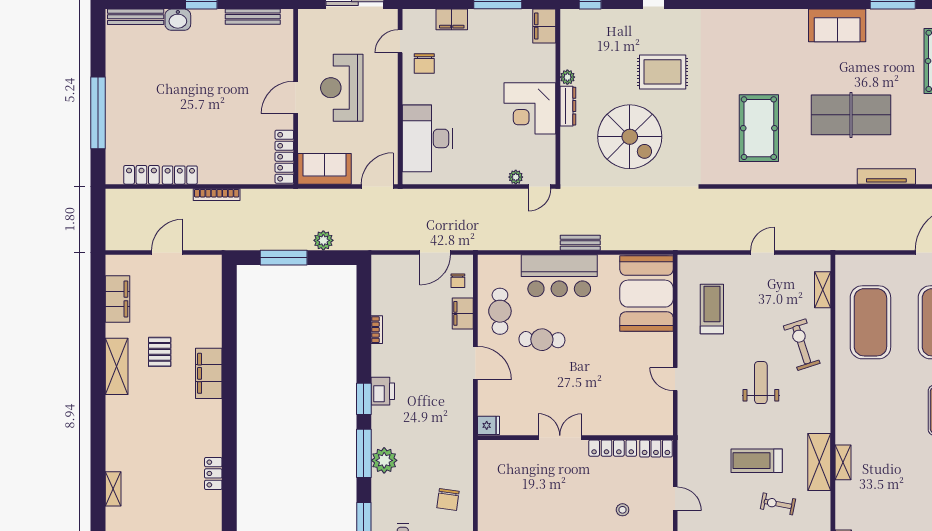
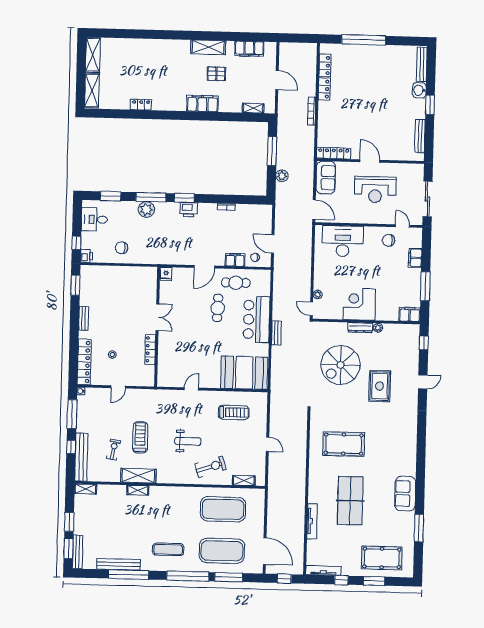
reception desk: (342, 88) -> (375, 190), turned 180
locker: (656, 449) -> (149, 376), removed
shelving: (113, 489) -> (253, 108), moved

